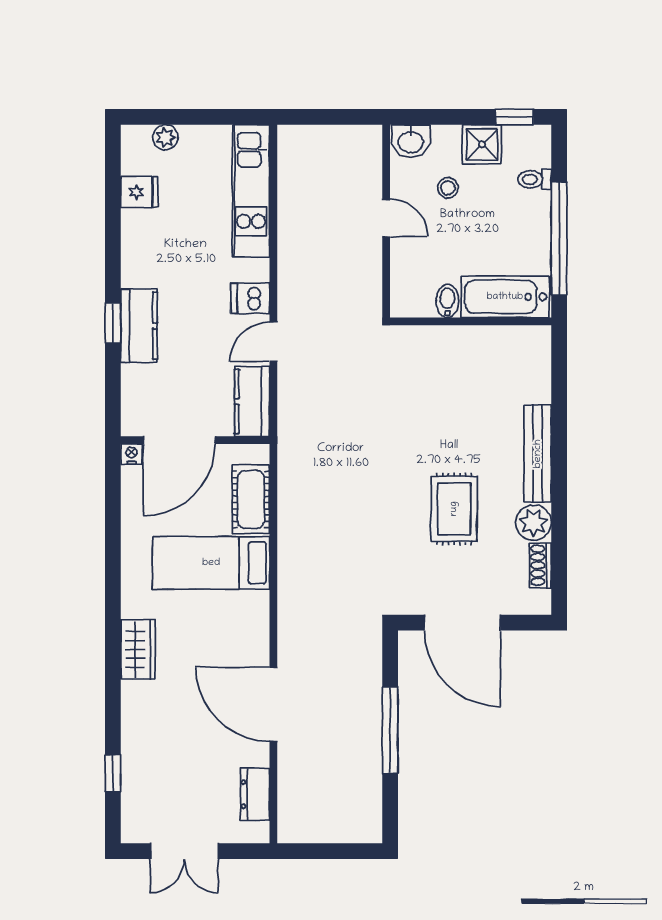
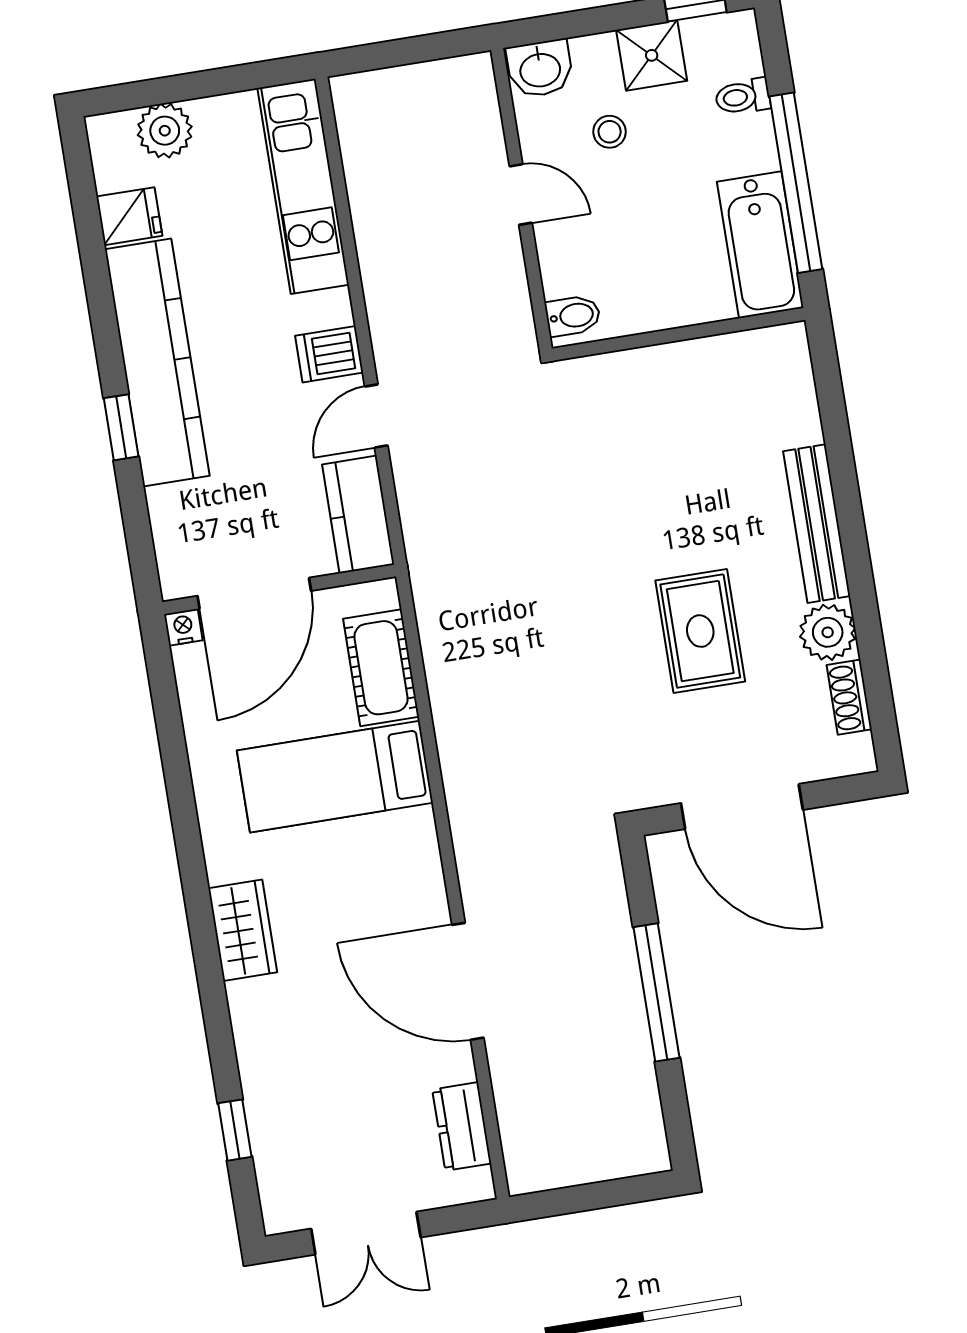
plant: (165, 137) -> (165, 131), width x1.38, depth x1.38
bathtub: (505, 297) -> (760, 245), moved, turned -90
bidet: (447, 301) -> (573, 316), moved, turned 90
kitchen counter: (139, 326) -> (157, 363), width x2.08, depth x1.17

